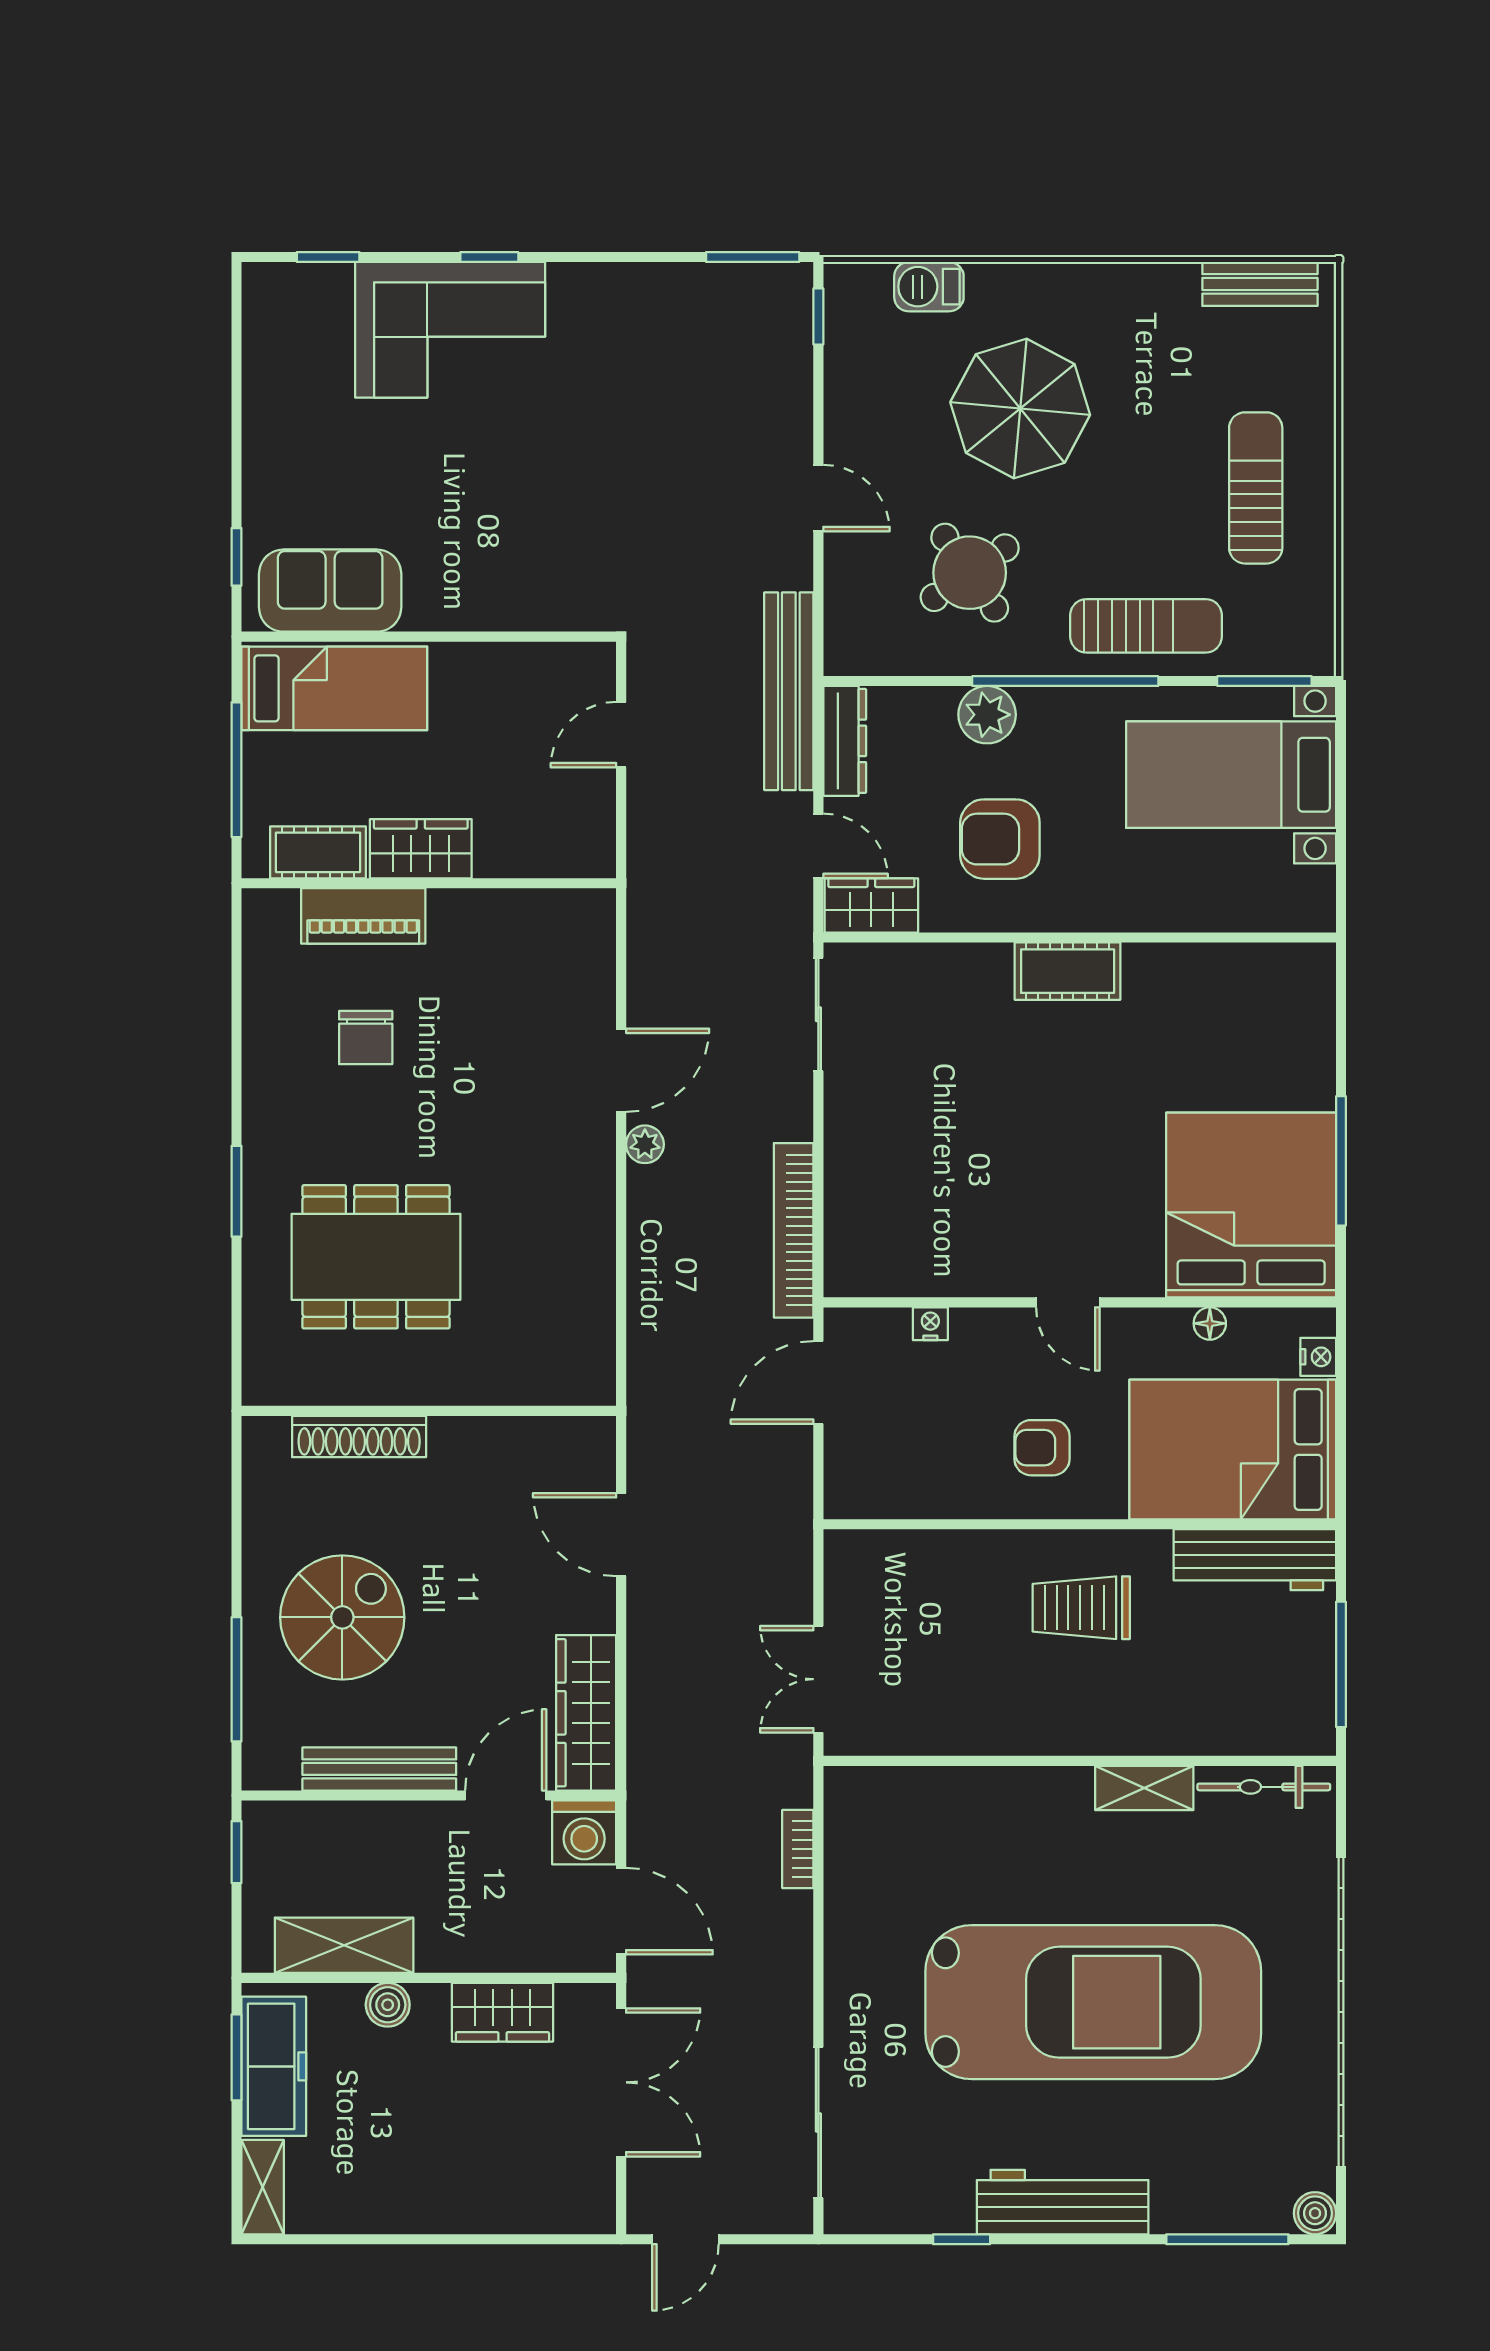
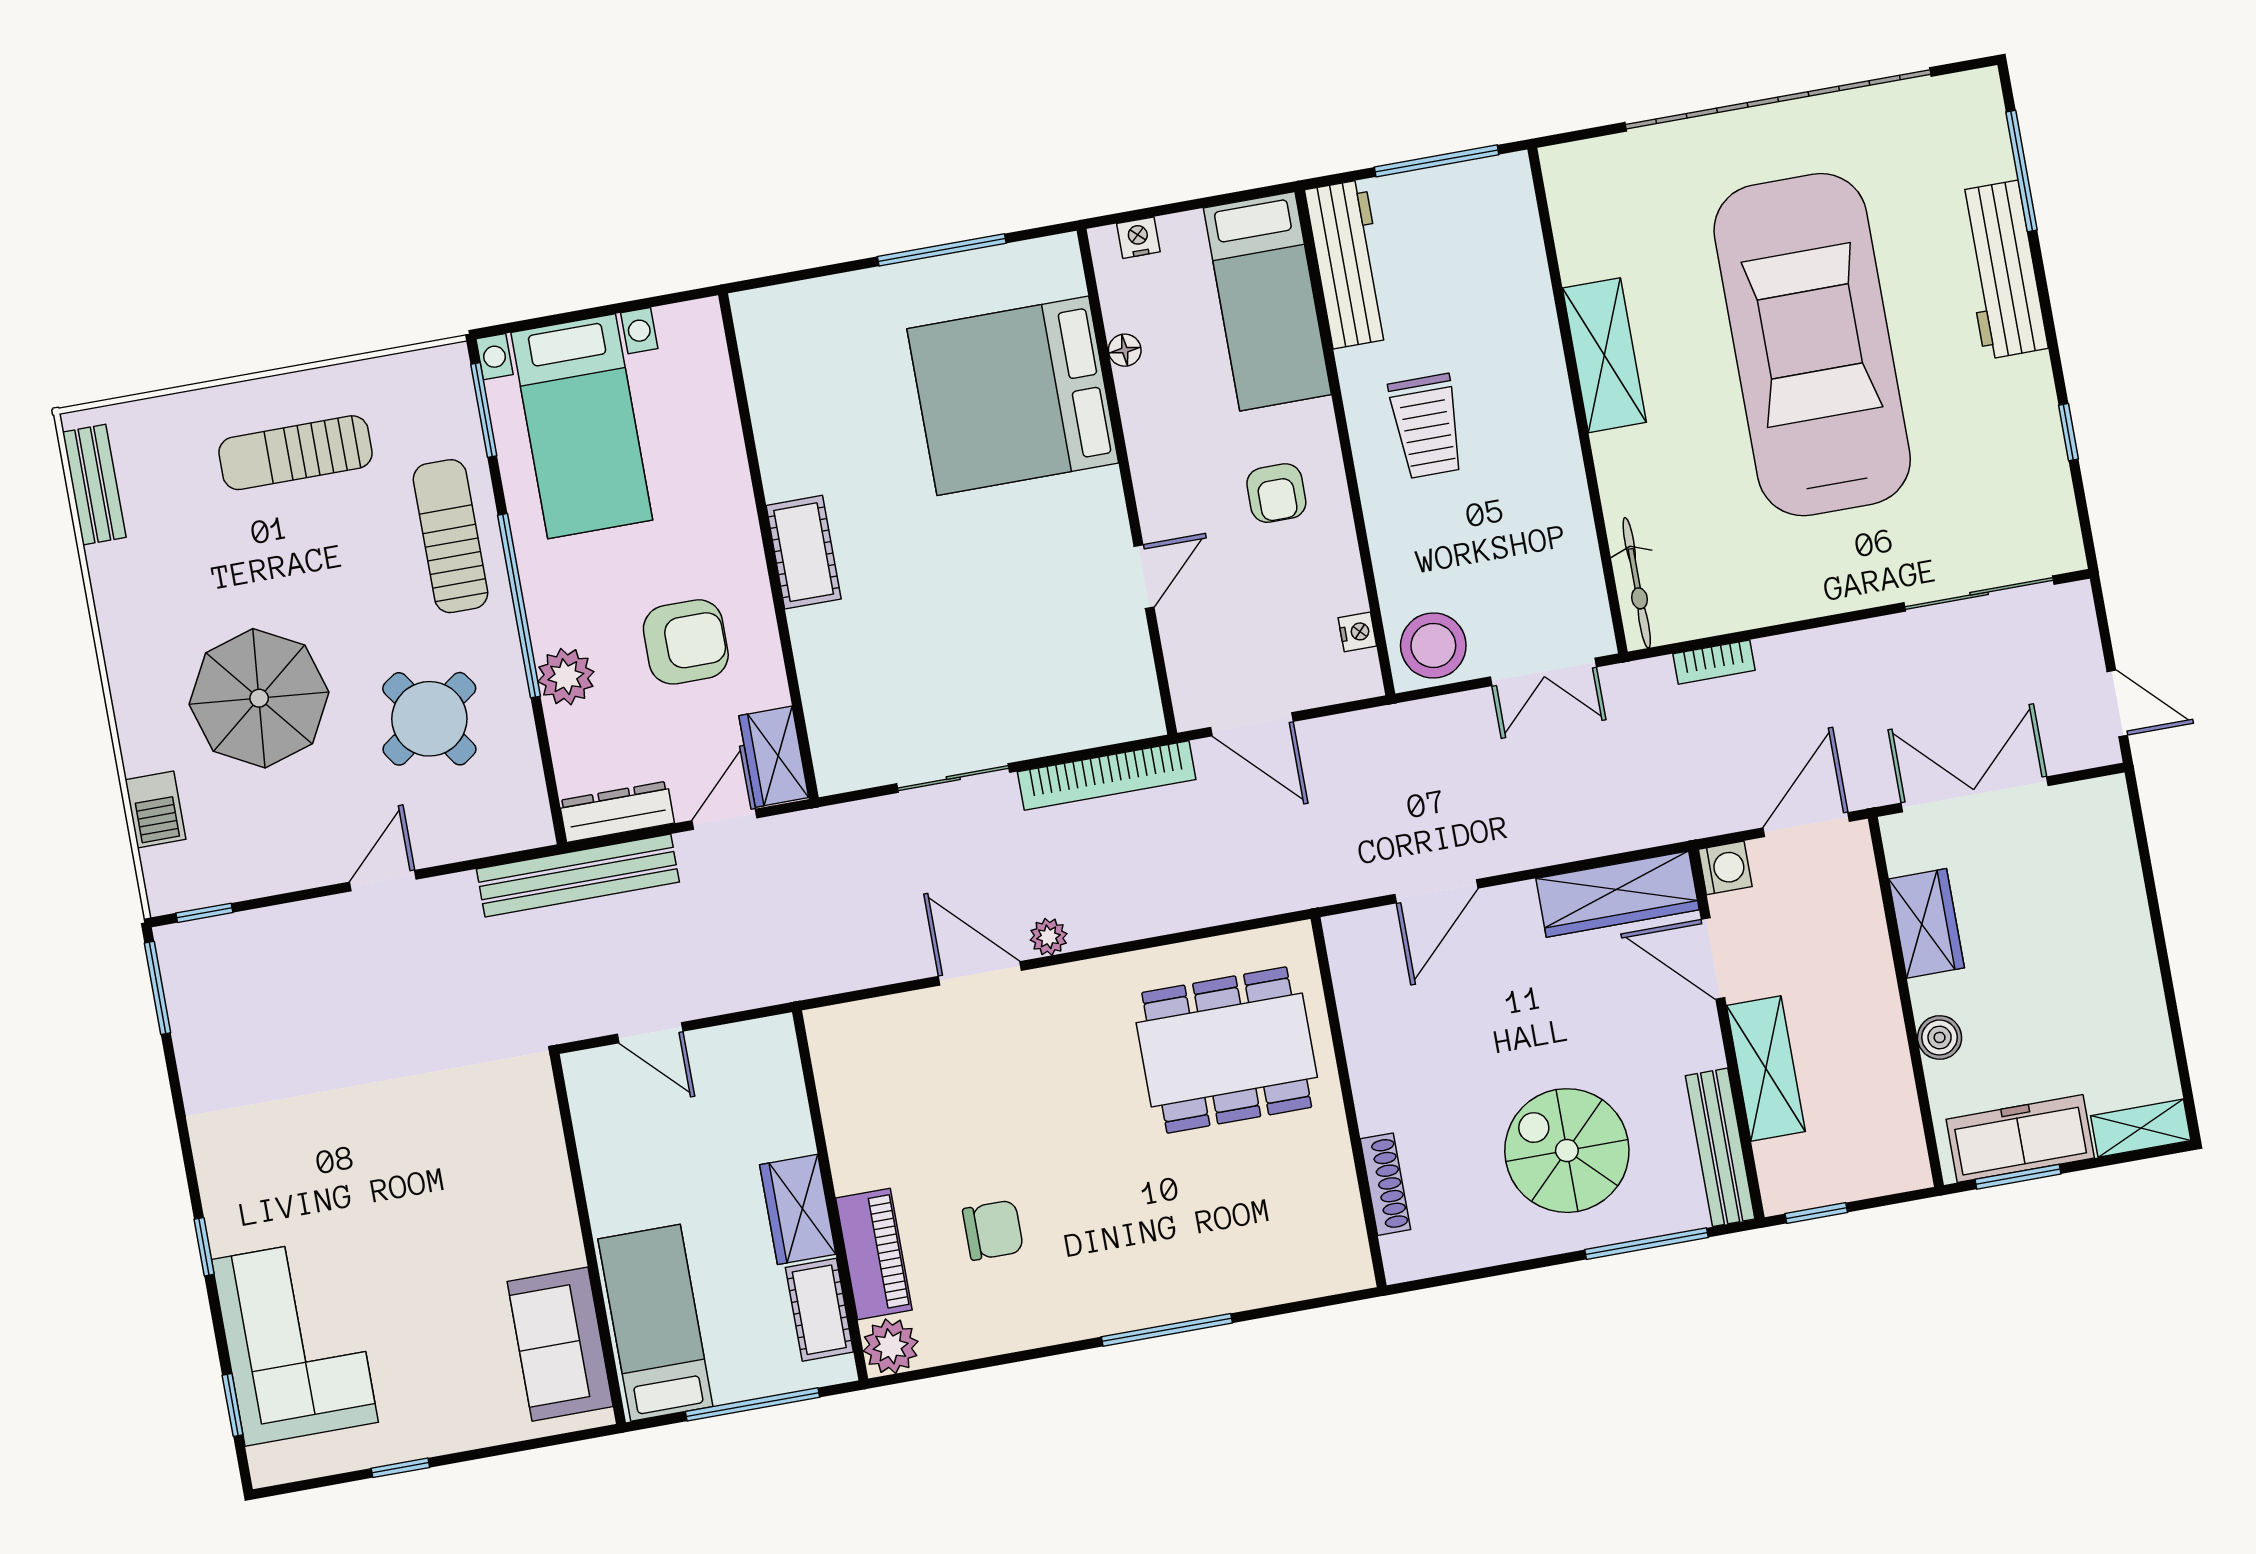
corner sofa: (450, 330) -> (295, 1341), moved
window: (237, 557) -> (400, 1468), moved
armchair: (1000, 839) -> (686, 642), turned -90
plant: (269, 916) -> (891, 1346), added
sliding door: (818, 1014) -> (953, 778), moved
window: (237, 1191) -> (1167, 1330), width x1.44
bed: (1251, 1205) -> (1013, 396), moved
dining table: (376, 1257) -> (1227, 1050), moved, turned 90
door: (1068, 1302) -> (1144, 577), moved
nightstand: (930, 1324) -> (1357, 632), moved, turned 180
shoe rack: (359, 1436) -> (1385, 1184), width x0.74, depth x0.81
bed: (1233, 1450) -> (1267, 301), width x0.67
stool: (864, 1575) -> (1433, 645), added
bench: (379, 1769) -> (1720, 1147), moved
bicycle: (1264, 1787) -> (1637, 583), moved
shelving: (1144, 1788) -> (1604, 355), width x1.50, depth x1.33
washing machine: (584, 1832) -> (1725, 868), width x0.73, depth x0.73
shelving: (344, 1945) -> (1766, 1068), moved
workbench: (1063, 2202) -> (2002, 270), moved
boiler: (1315, 2213) -> (1980, 89), removed

